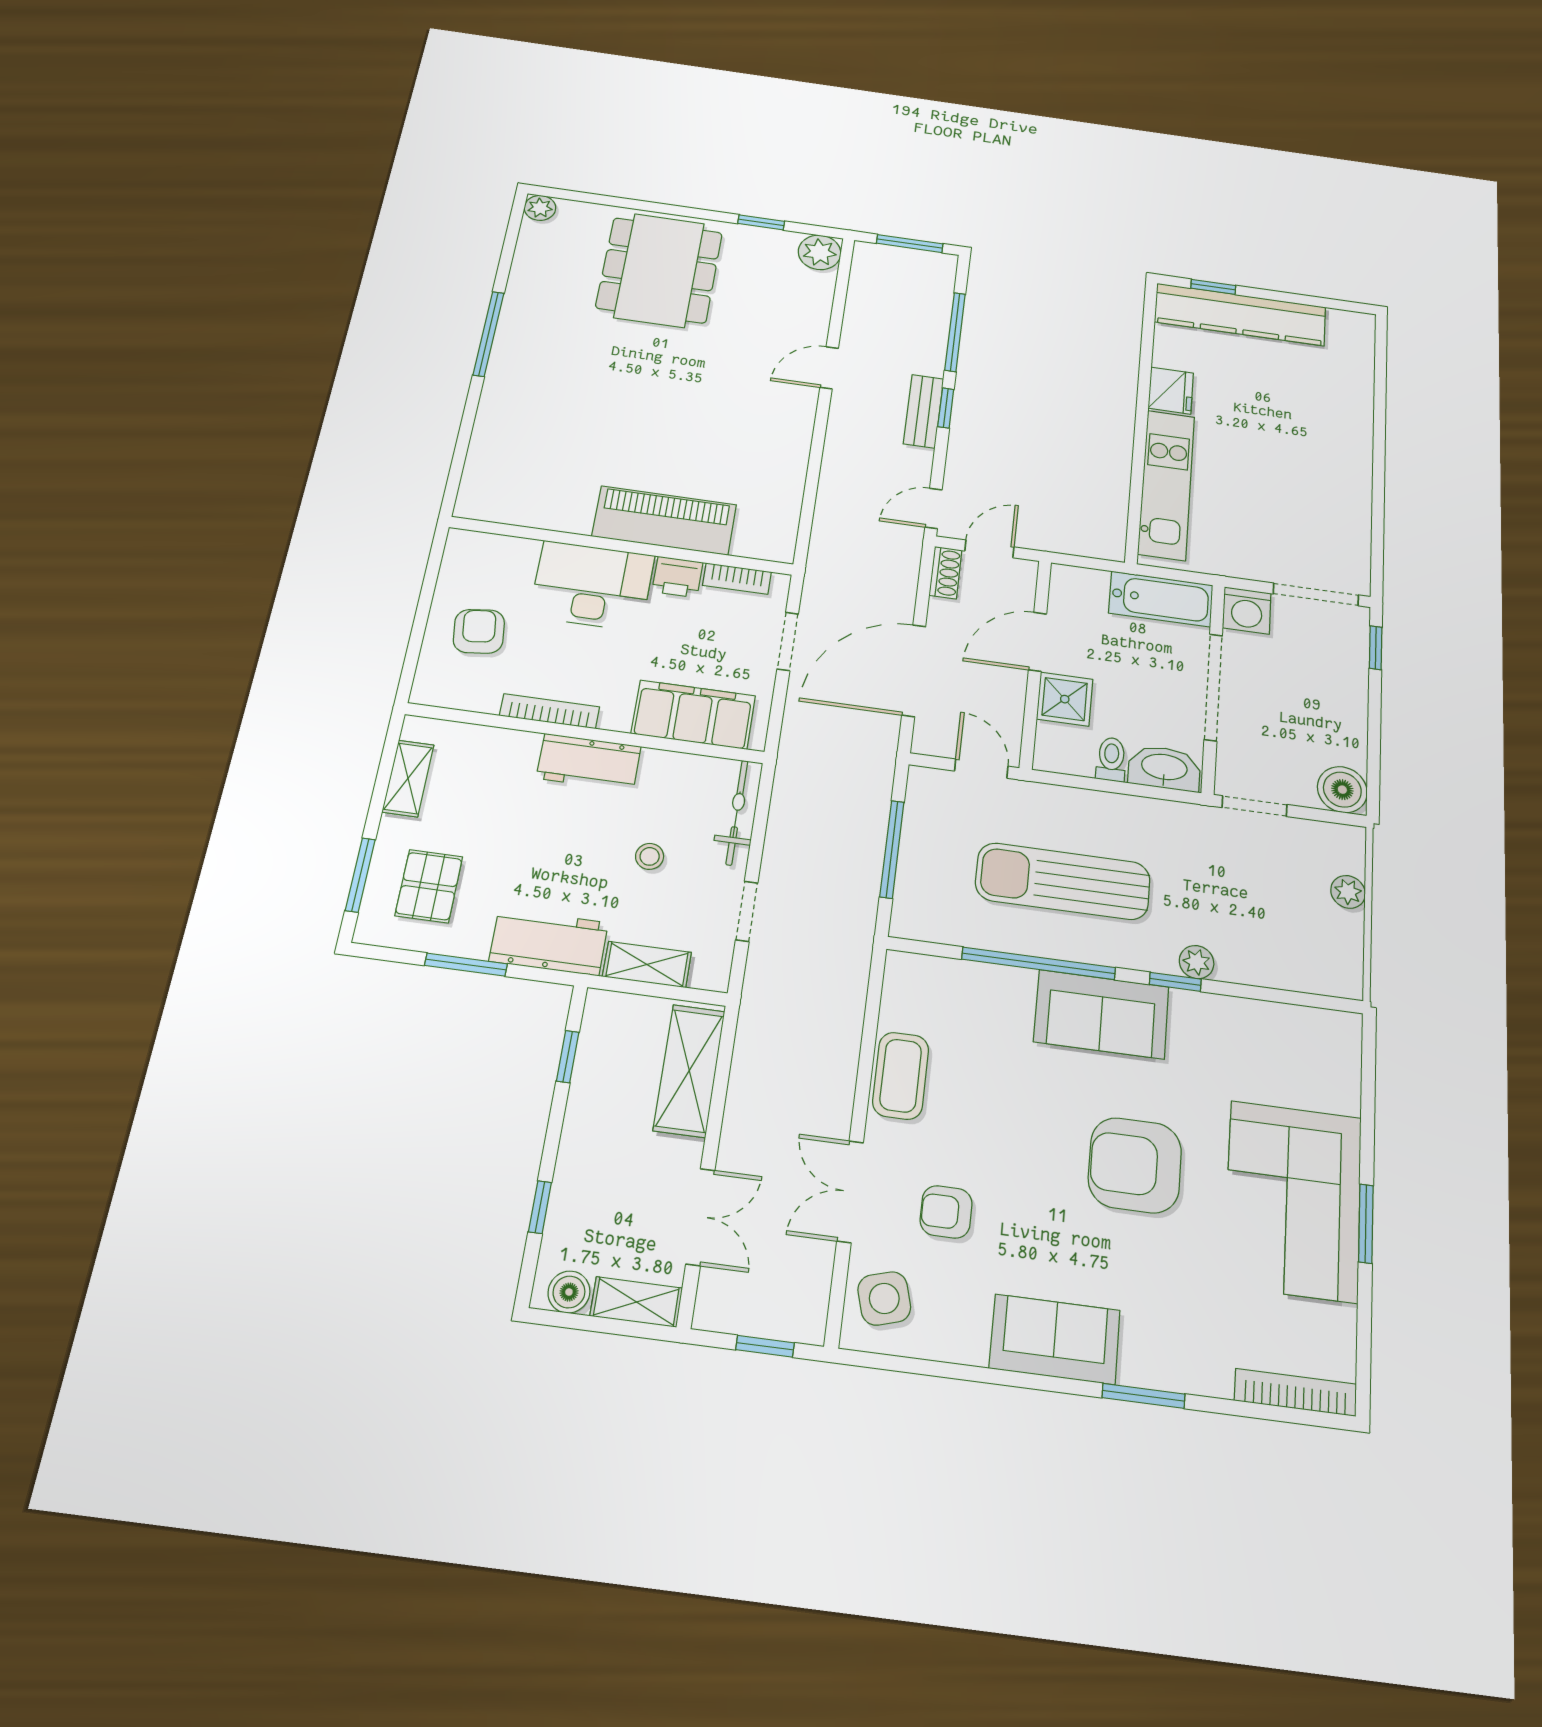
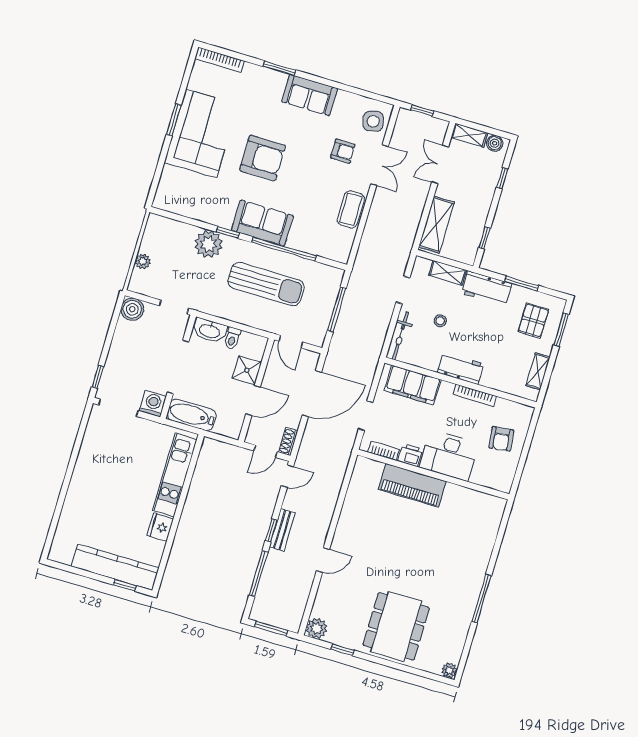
plant: (1197, 962) -> (209, 244), width x1.88, depth x1.88

